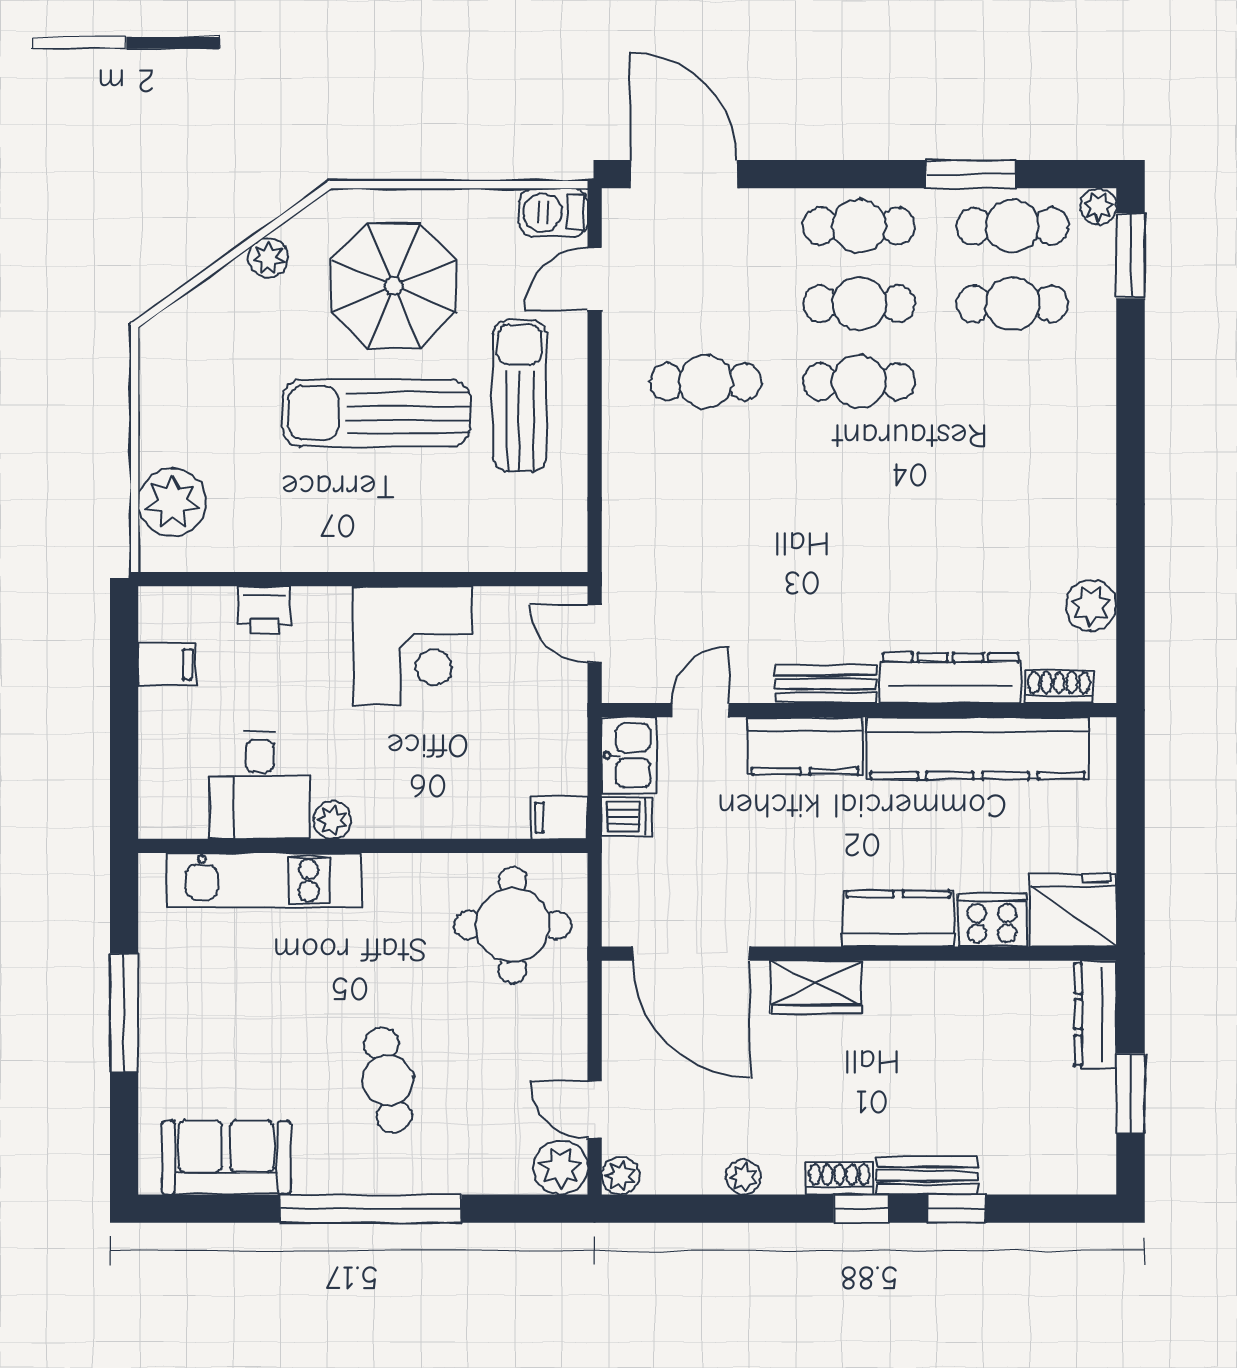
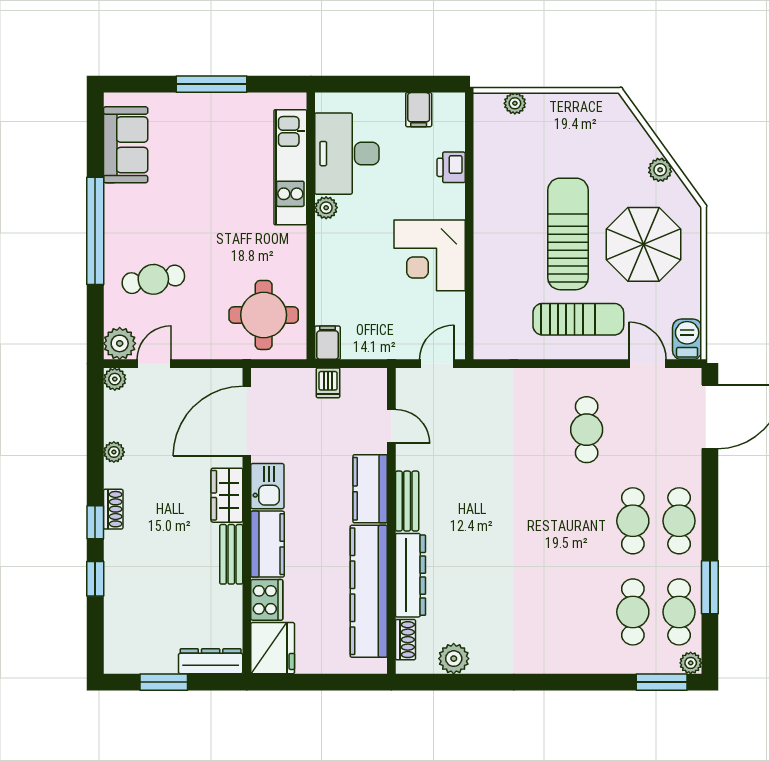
cafe table: (859, 382) -> (587, 521), removed
plant: (172, 502) -> (515, 103), width x0.53, depth x0.53
kitchen sink: (629, 755) -> (267, 486), moved, turned -90
desk: (260, 785) -> (347, 154), width x1.37
cafe table: (388, 1080) -> (153, 279), moved
bench: (927, 1175) -> (231, 554), moved

